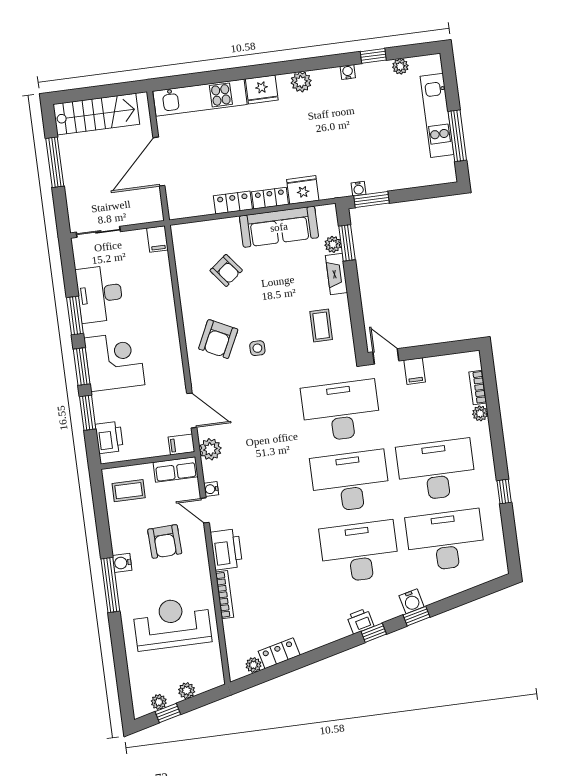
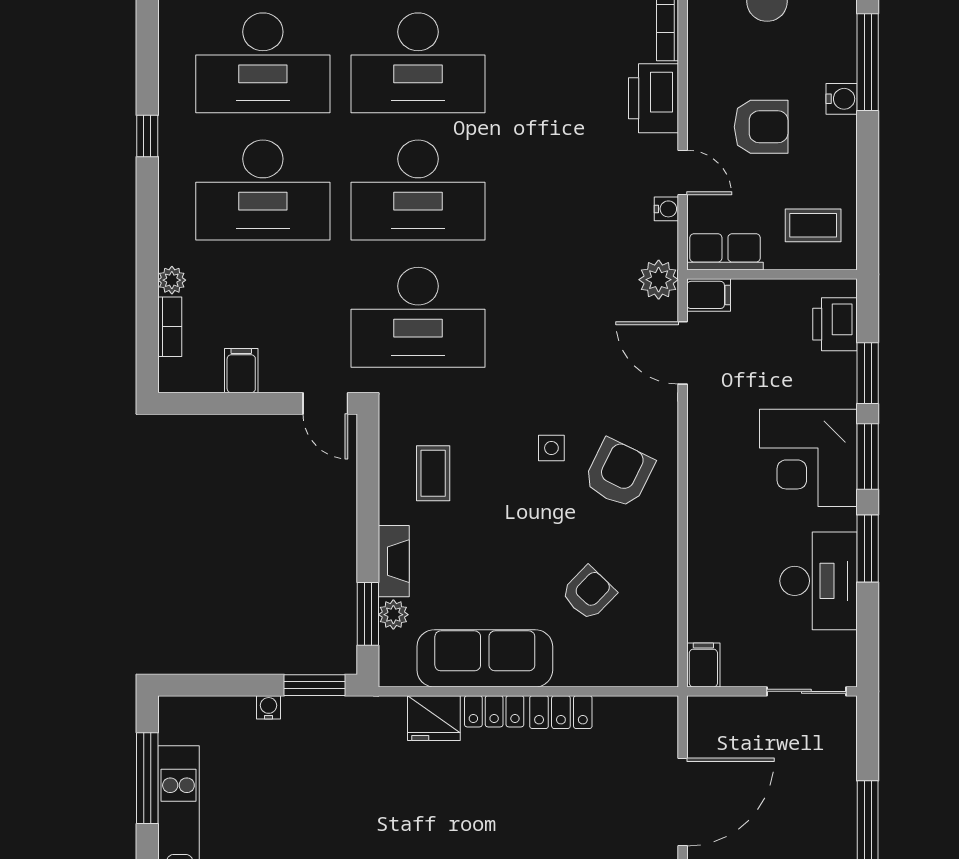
water cooler: (358, 189) -> (269, 707), moved
armchair: (226, 270) -> (589, 593), turned 82
filing cabinet: (415, 371) -> (241, 371), moved
armchair: (165, 541) -> (761, 127), turned 92

